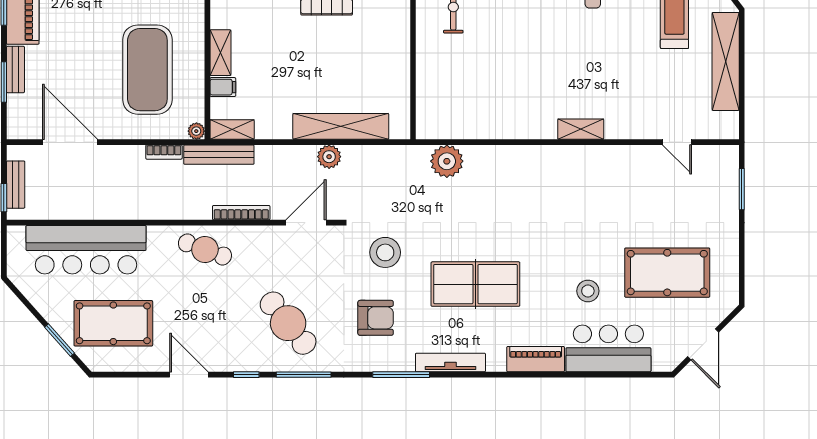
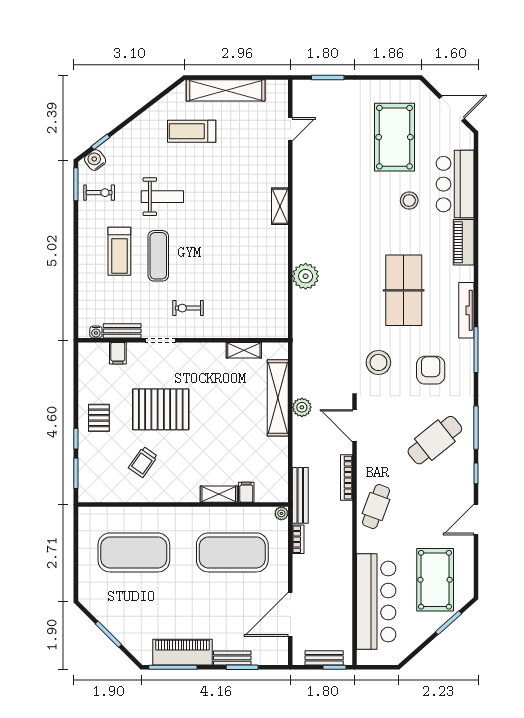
shelving: (232, 130) -> (244, 350), moved, turned 90
plant: (447, 161) -> (306, 276), moved

